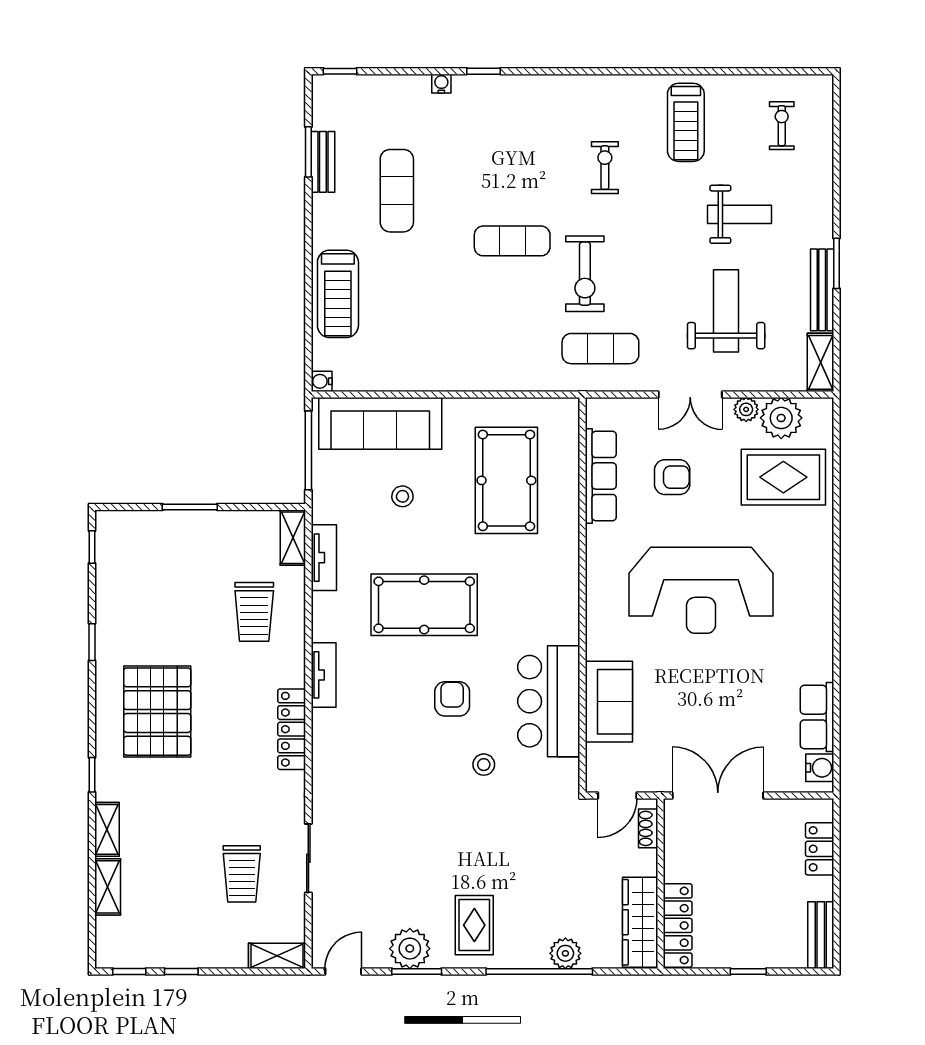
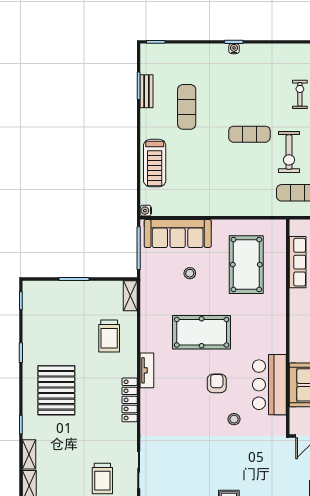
water cooler: (441, 84) -> (234, 49), moved
tv unit: (324, 558) -> (147, 307), removed

